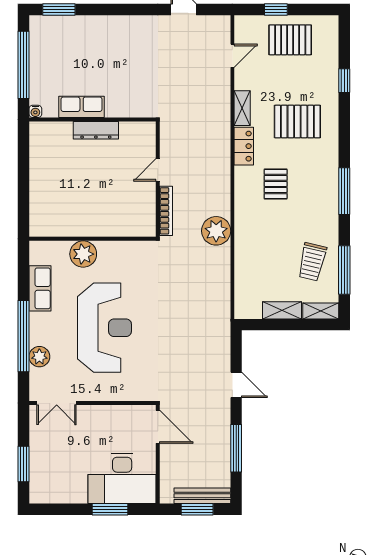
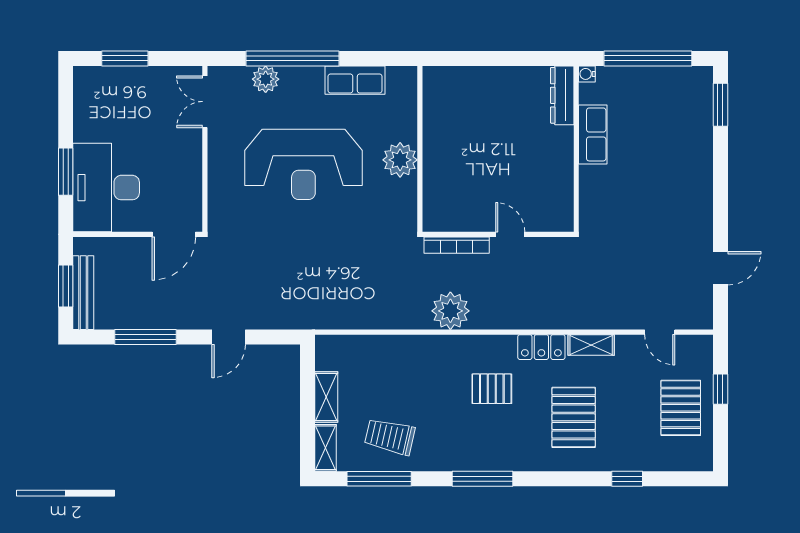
dresser: (96, 130) -> (562, 95), moved
plant: (216, 231) -> (450, 311), moved
plant: (83, 254) -> (400, 160), moved

